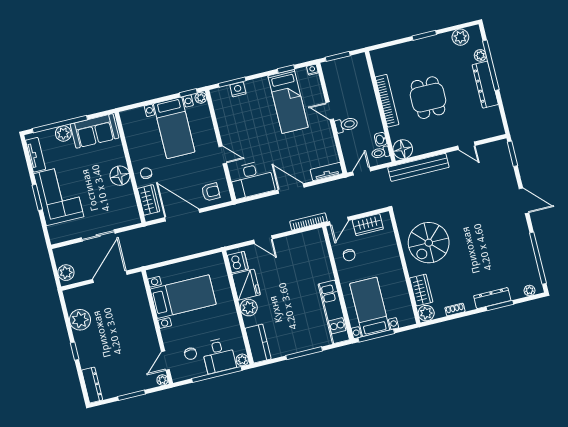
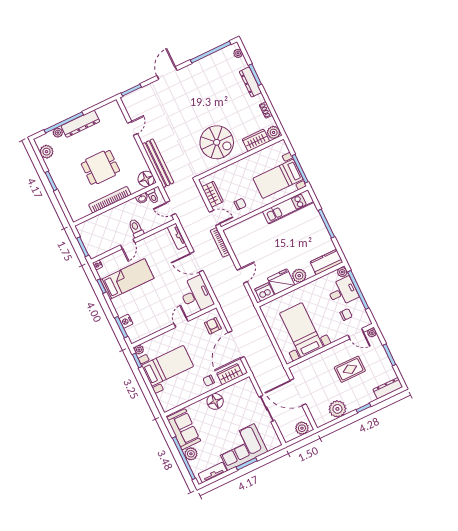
door: (291, 189) -> (197, 262), hinge flipped
rug: (124, 345) -> (350, 369), added

